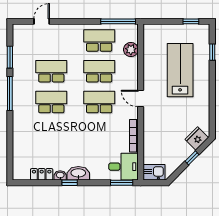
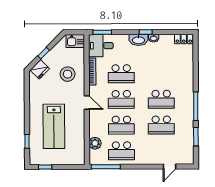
school desk: (99, 133) -> (121, 74), added
stool: (163, 133) -> (68, 74), added
locker: (42, 174) -> (184, 39), moved

